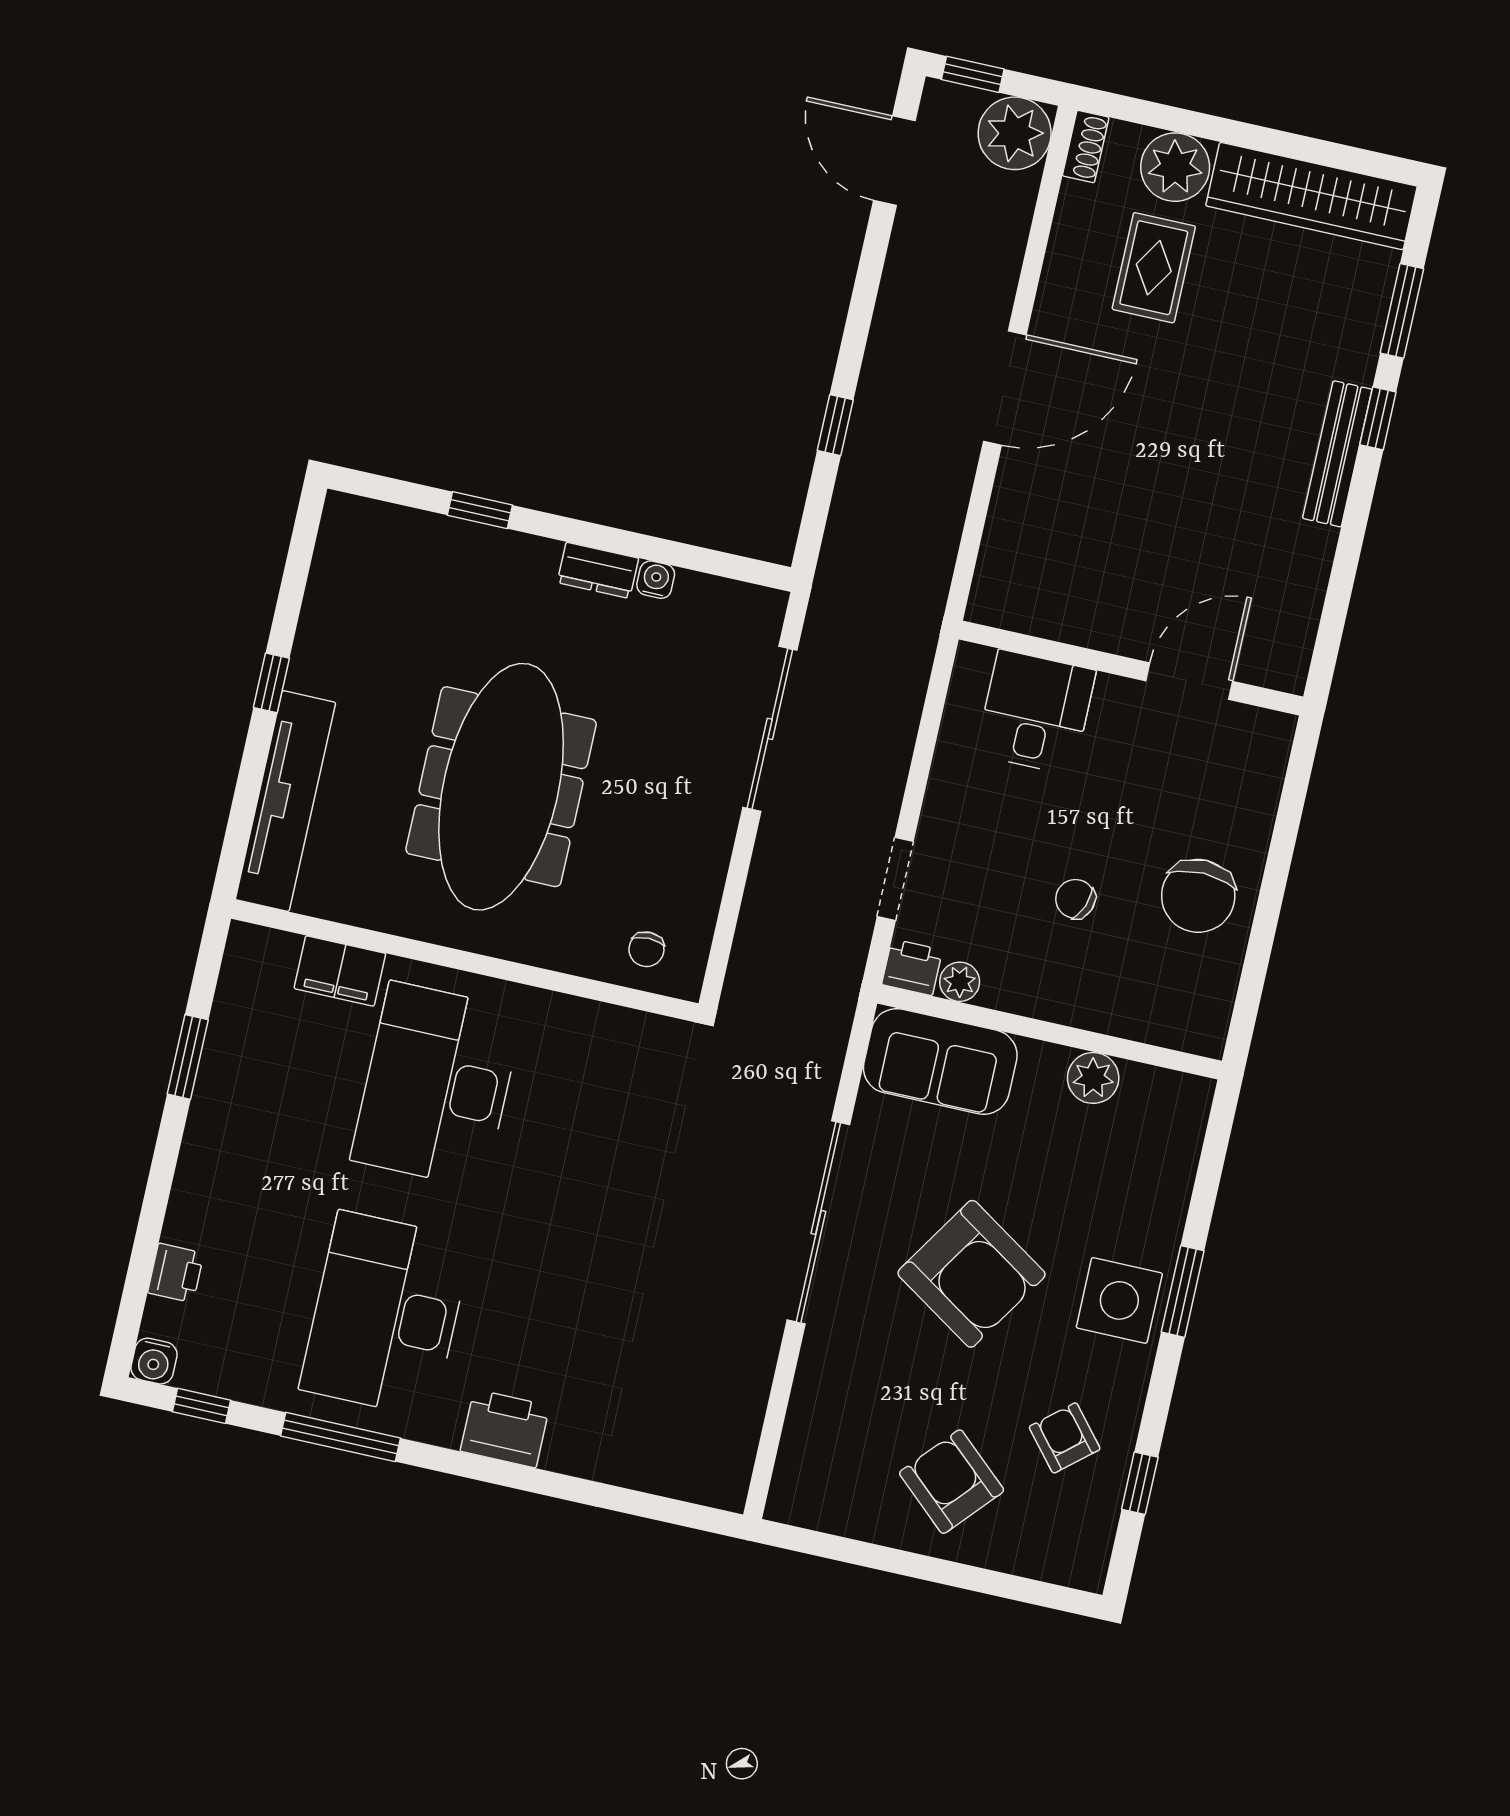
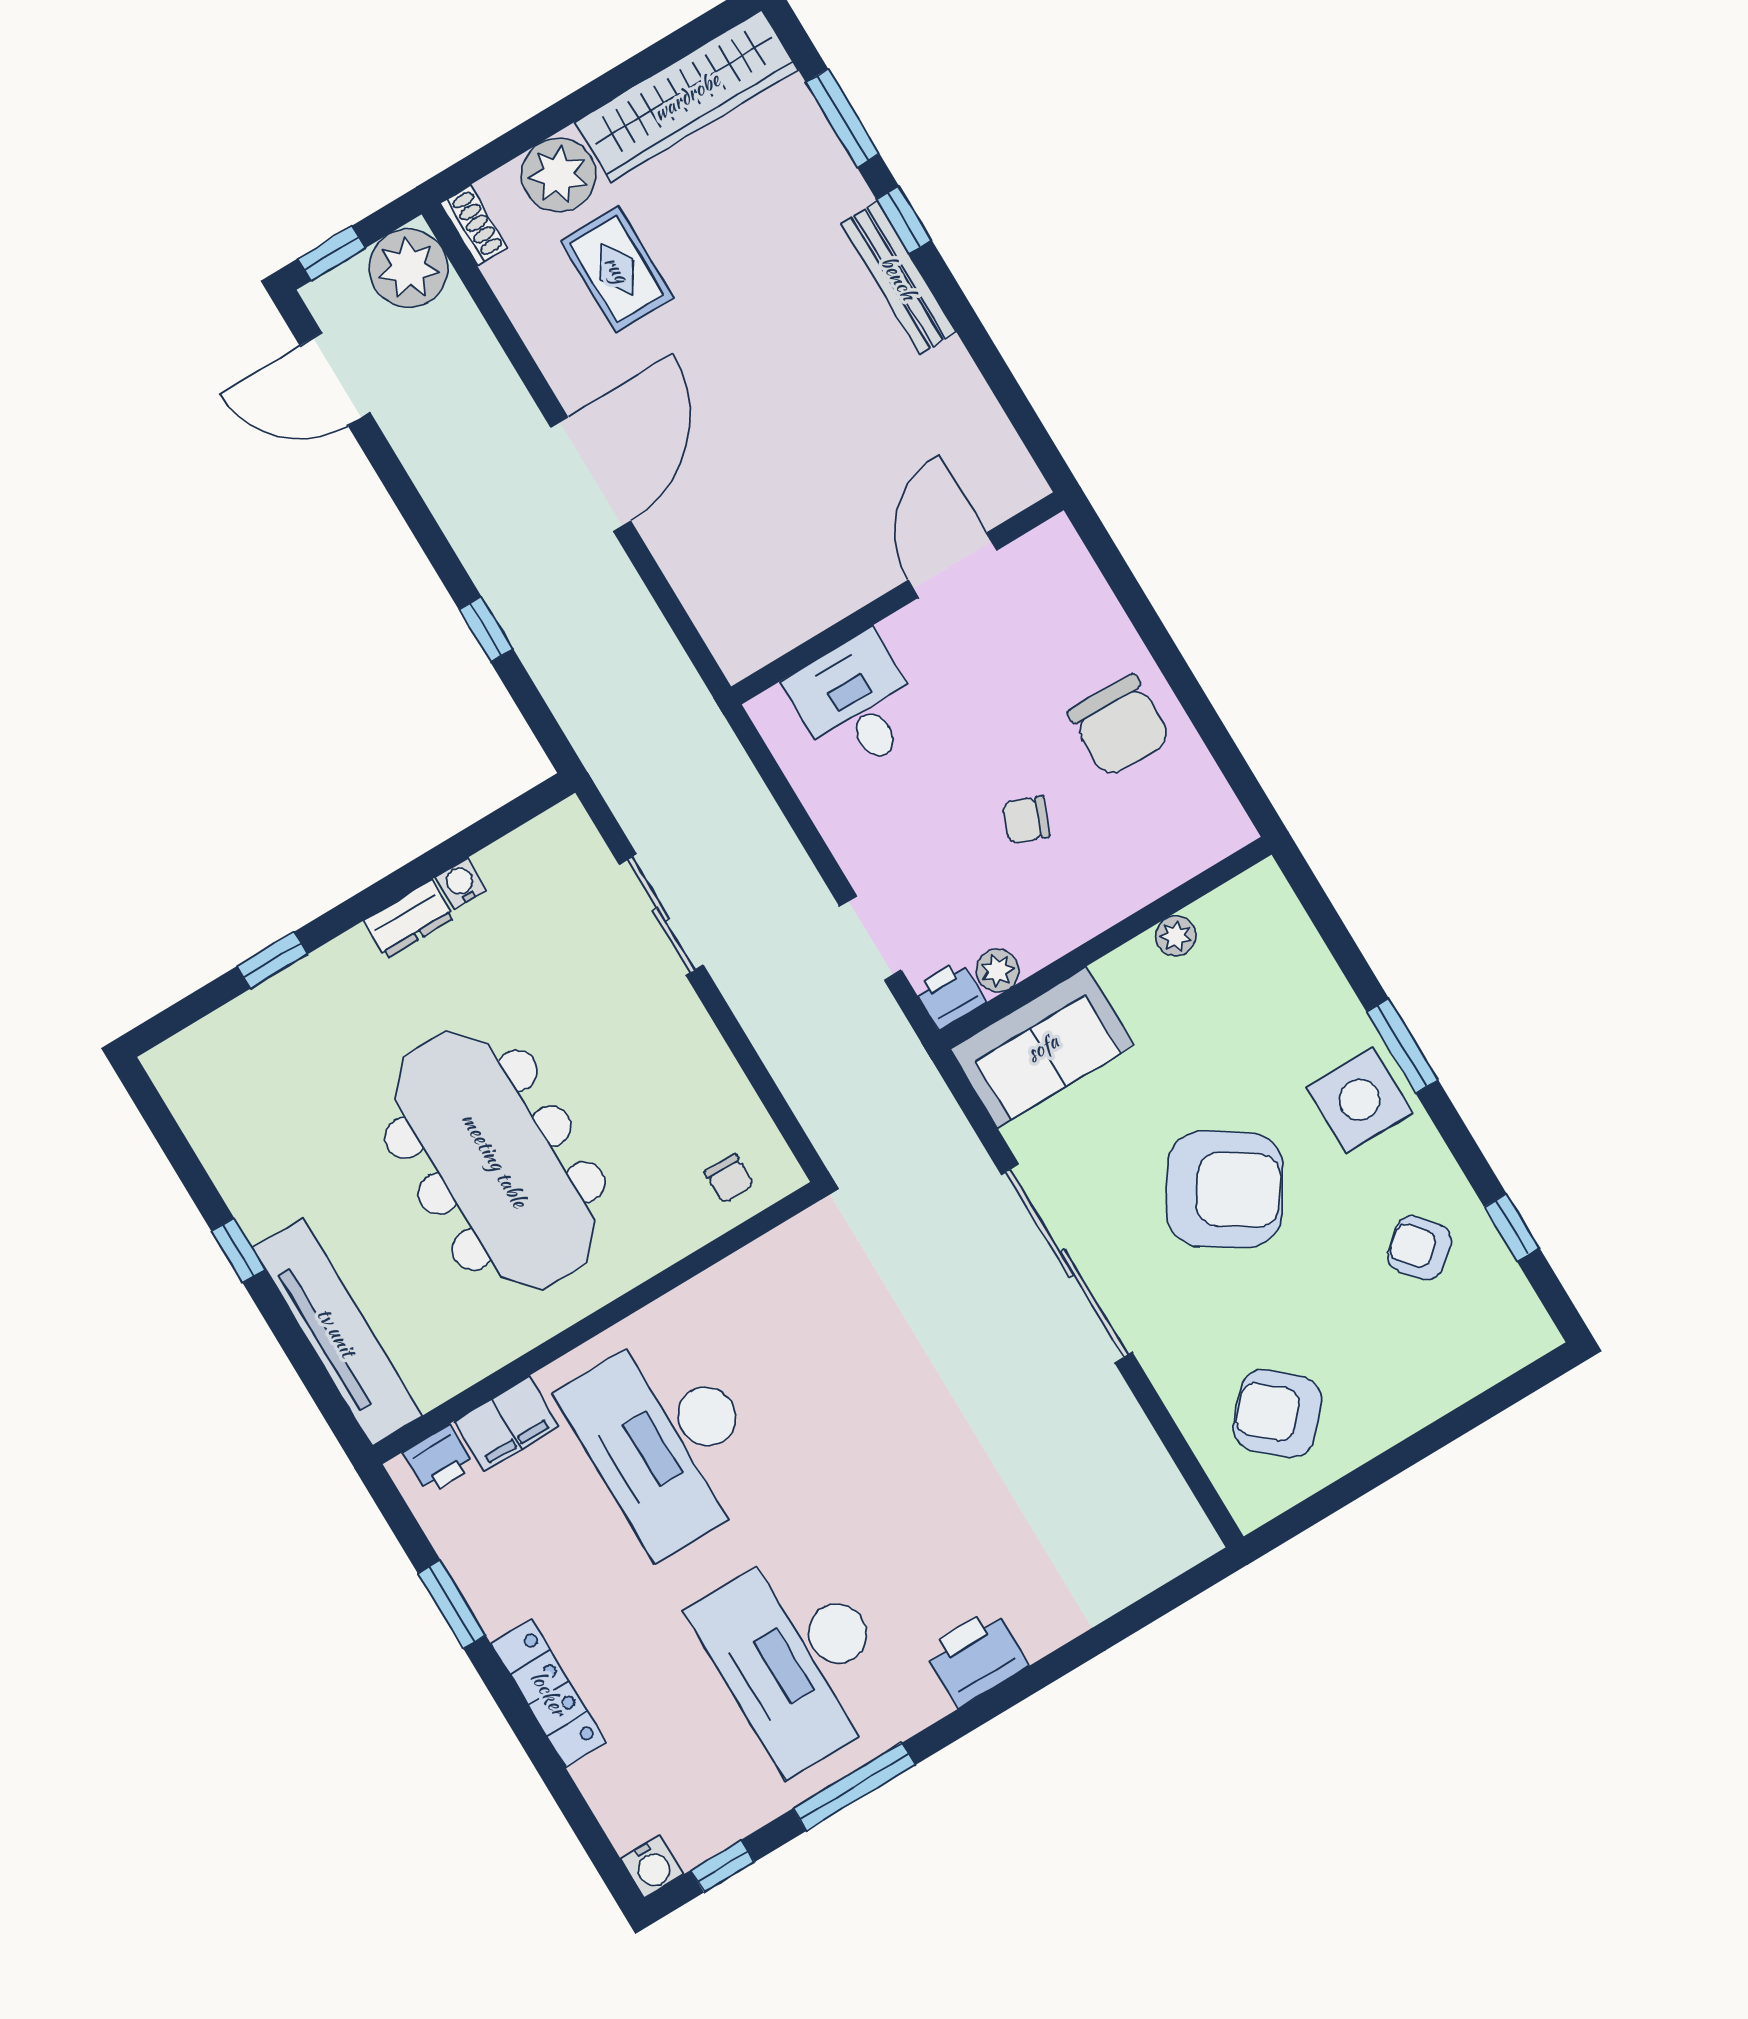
sliding door: (770, 729) -> (661, 915), width x0.73
plant: (1093, 1078) -> (1176, 936), width x0.73, depth x0.73
locker: (196, 1179) -> (549, 1693), added
printer: (176, 1273) -> (439, 1459), moved, turned 90
armchair: (952, 1482) -> (1277, 1414), moved

